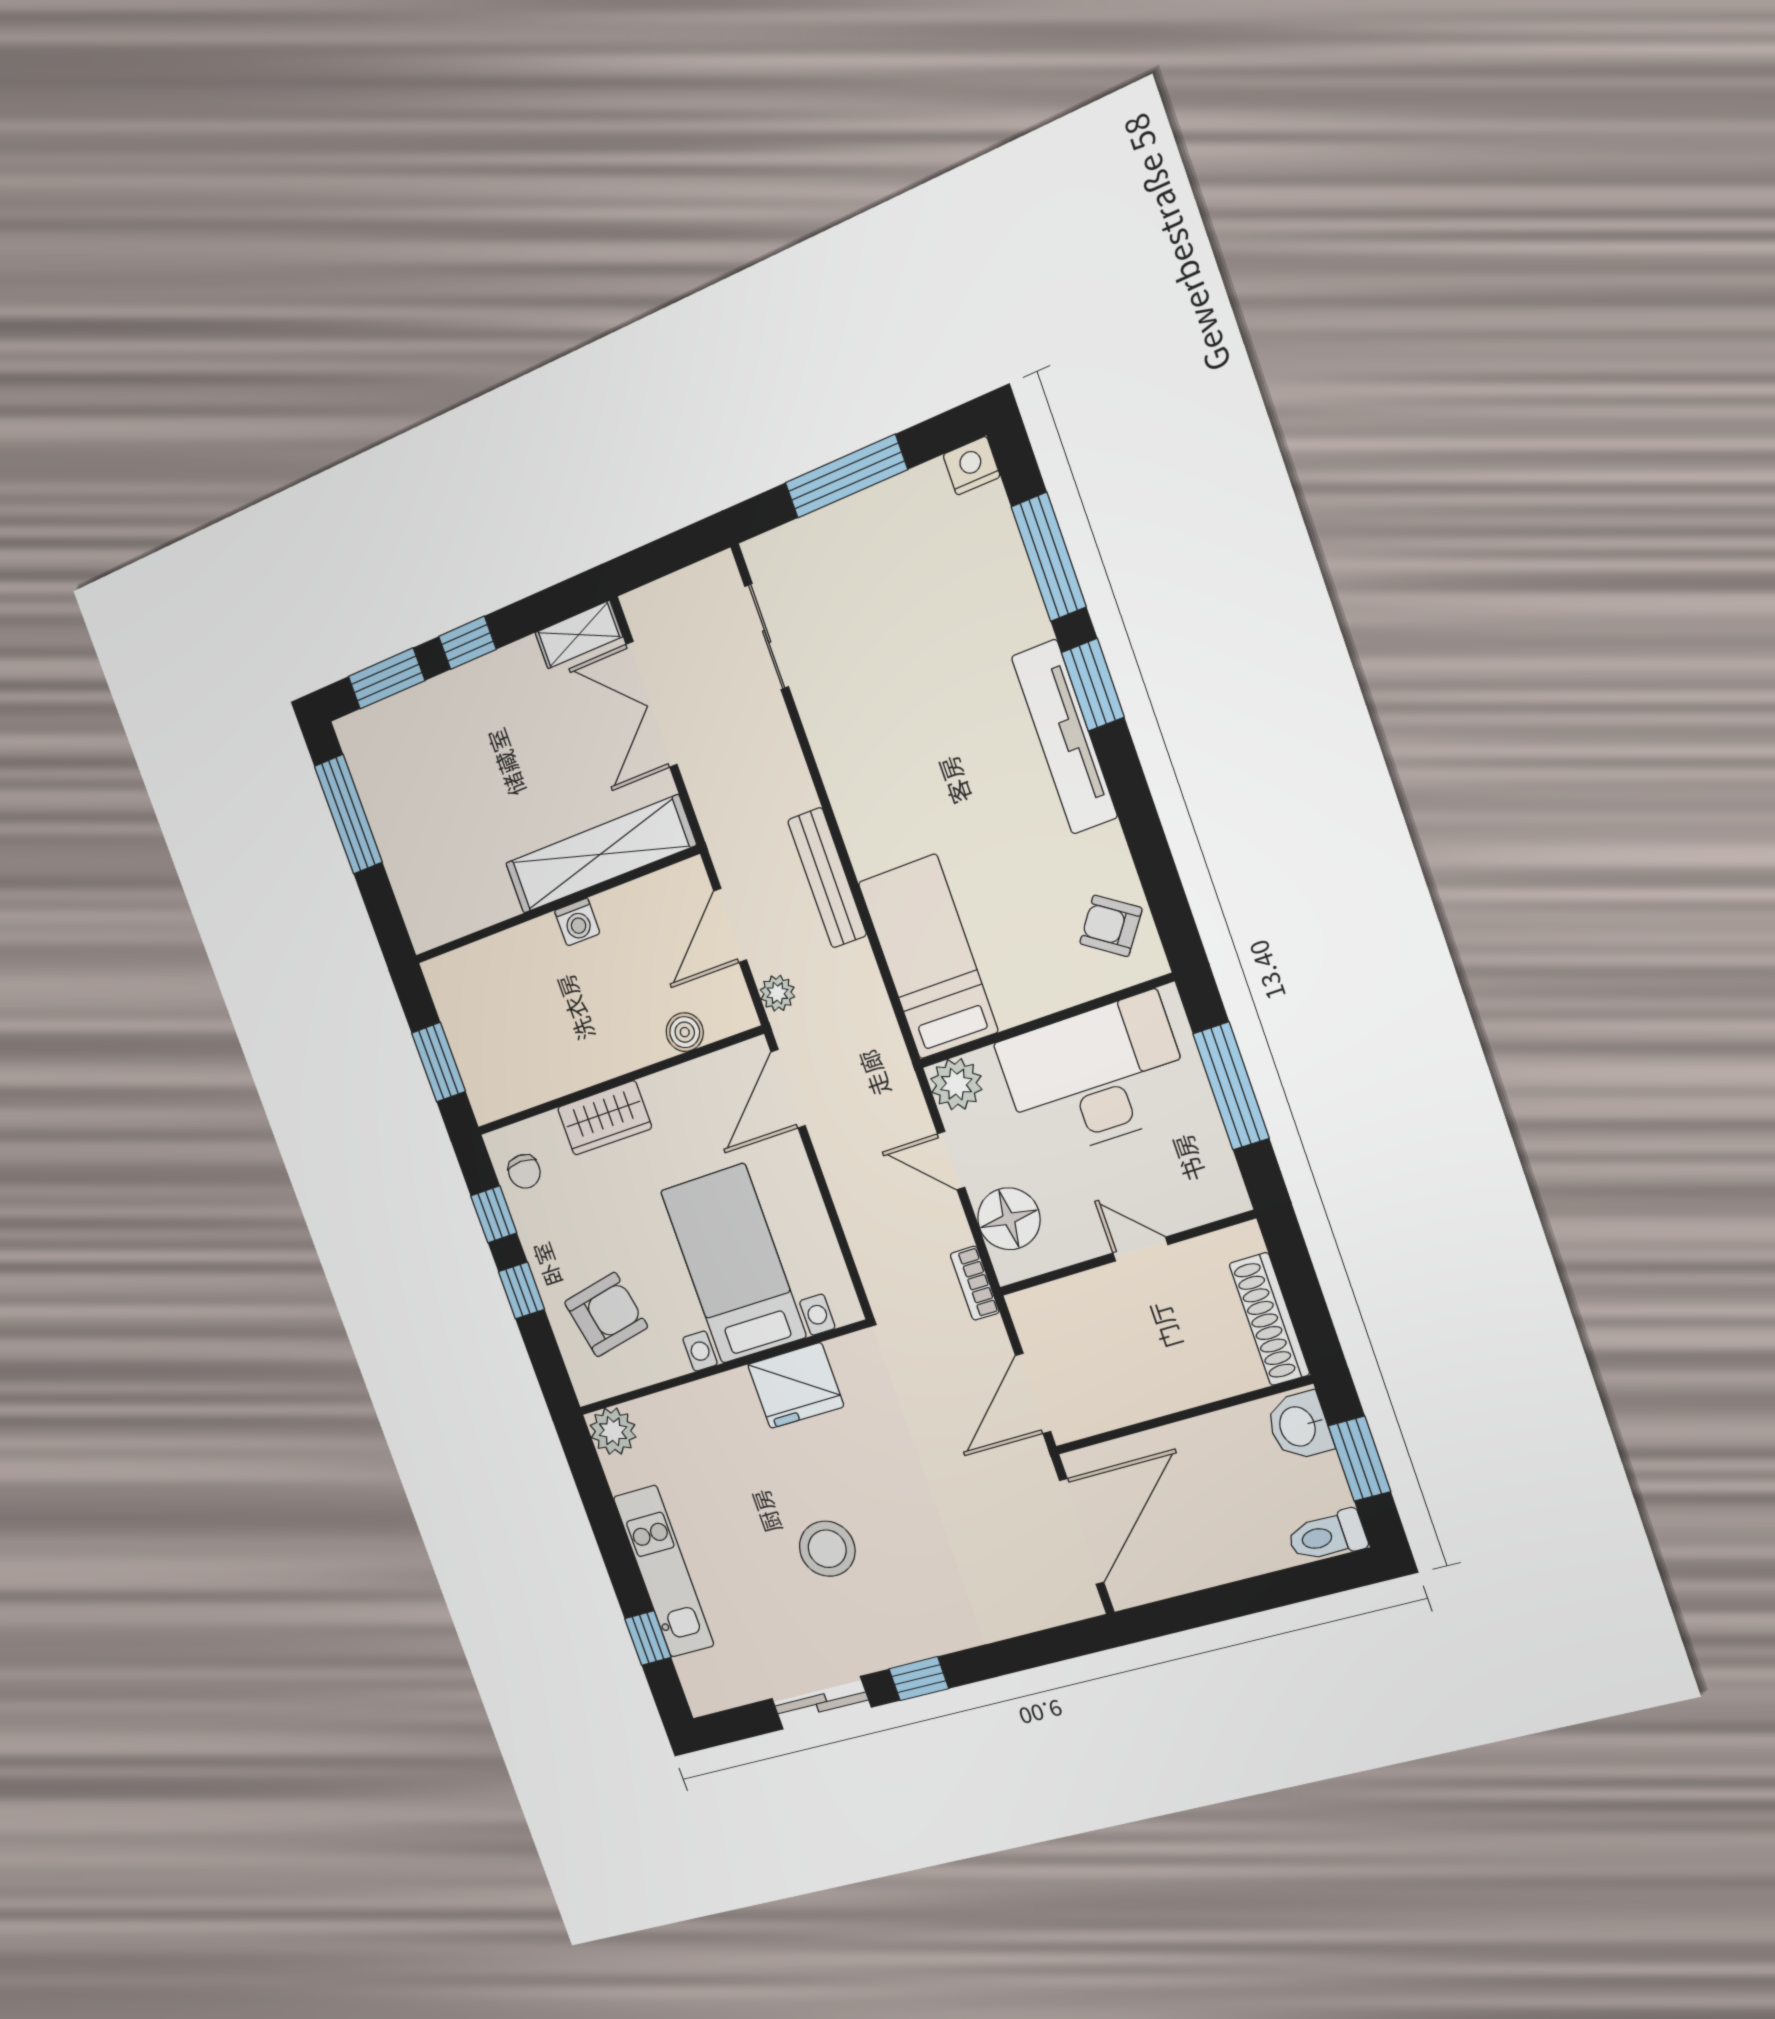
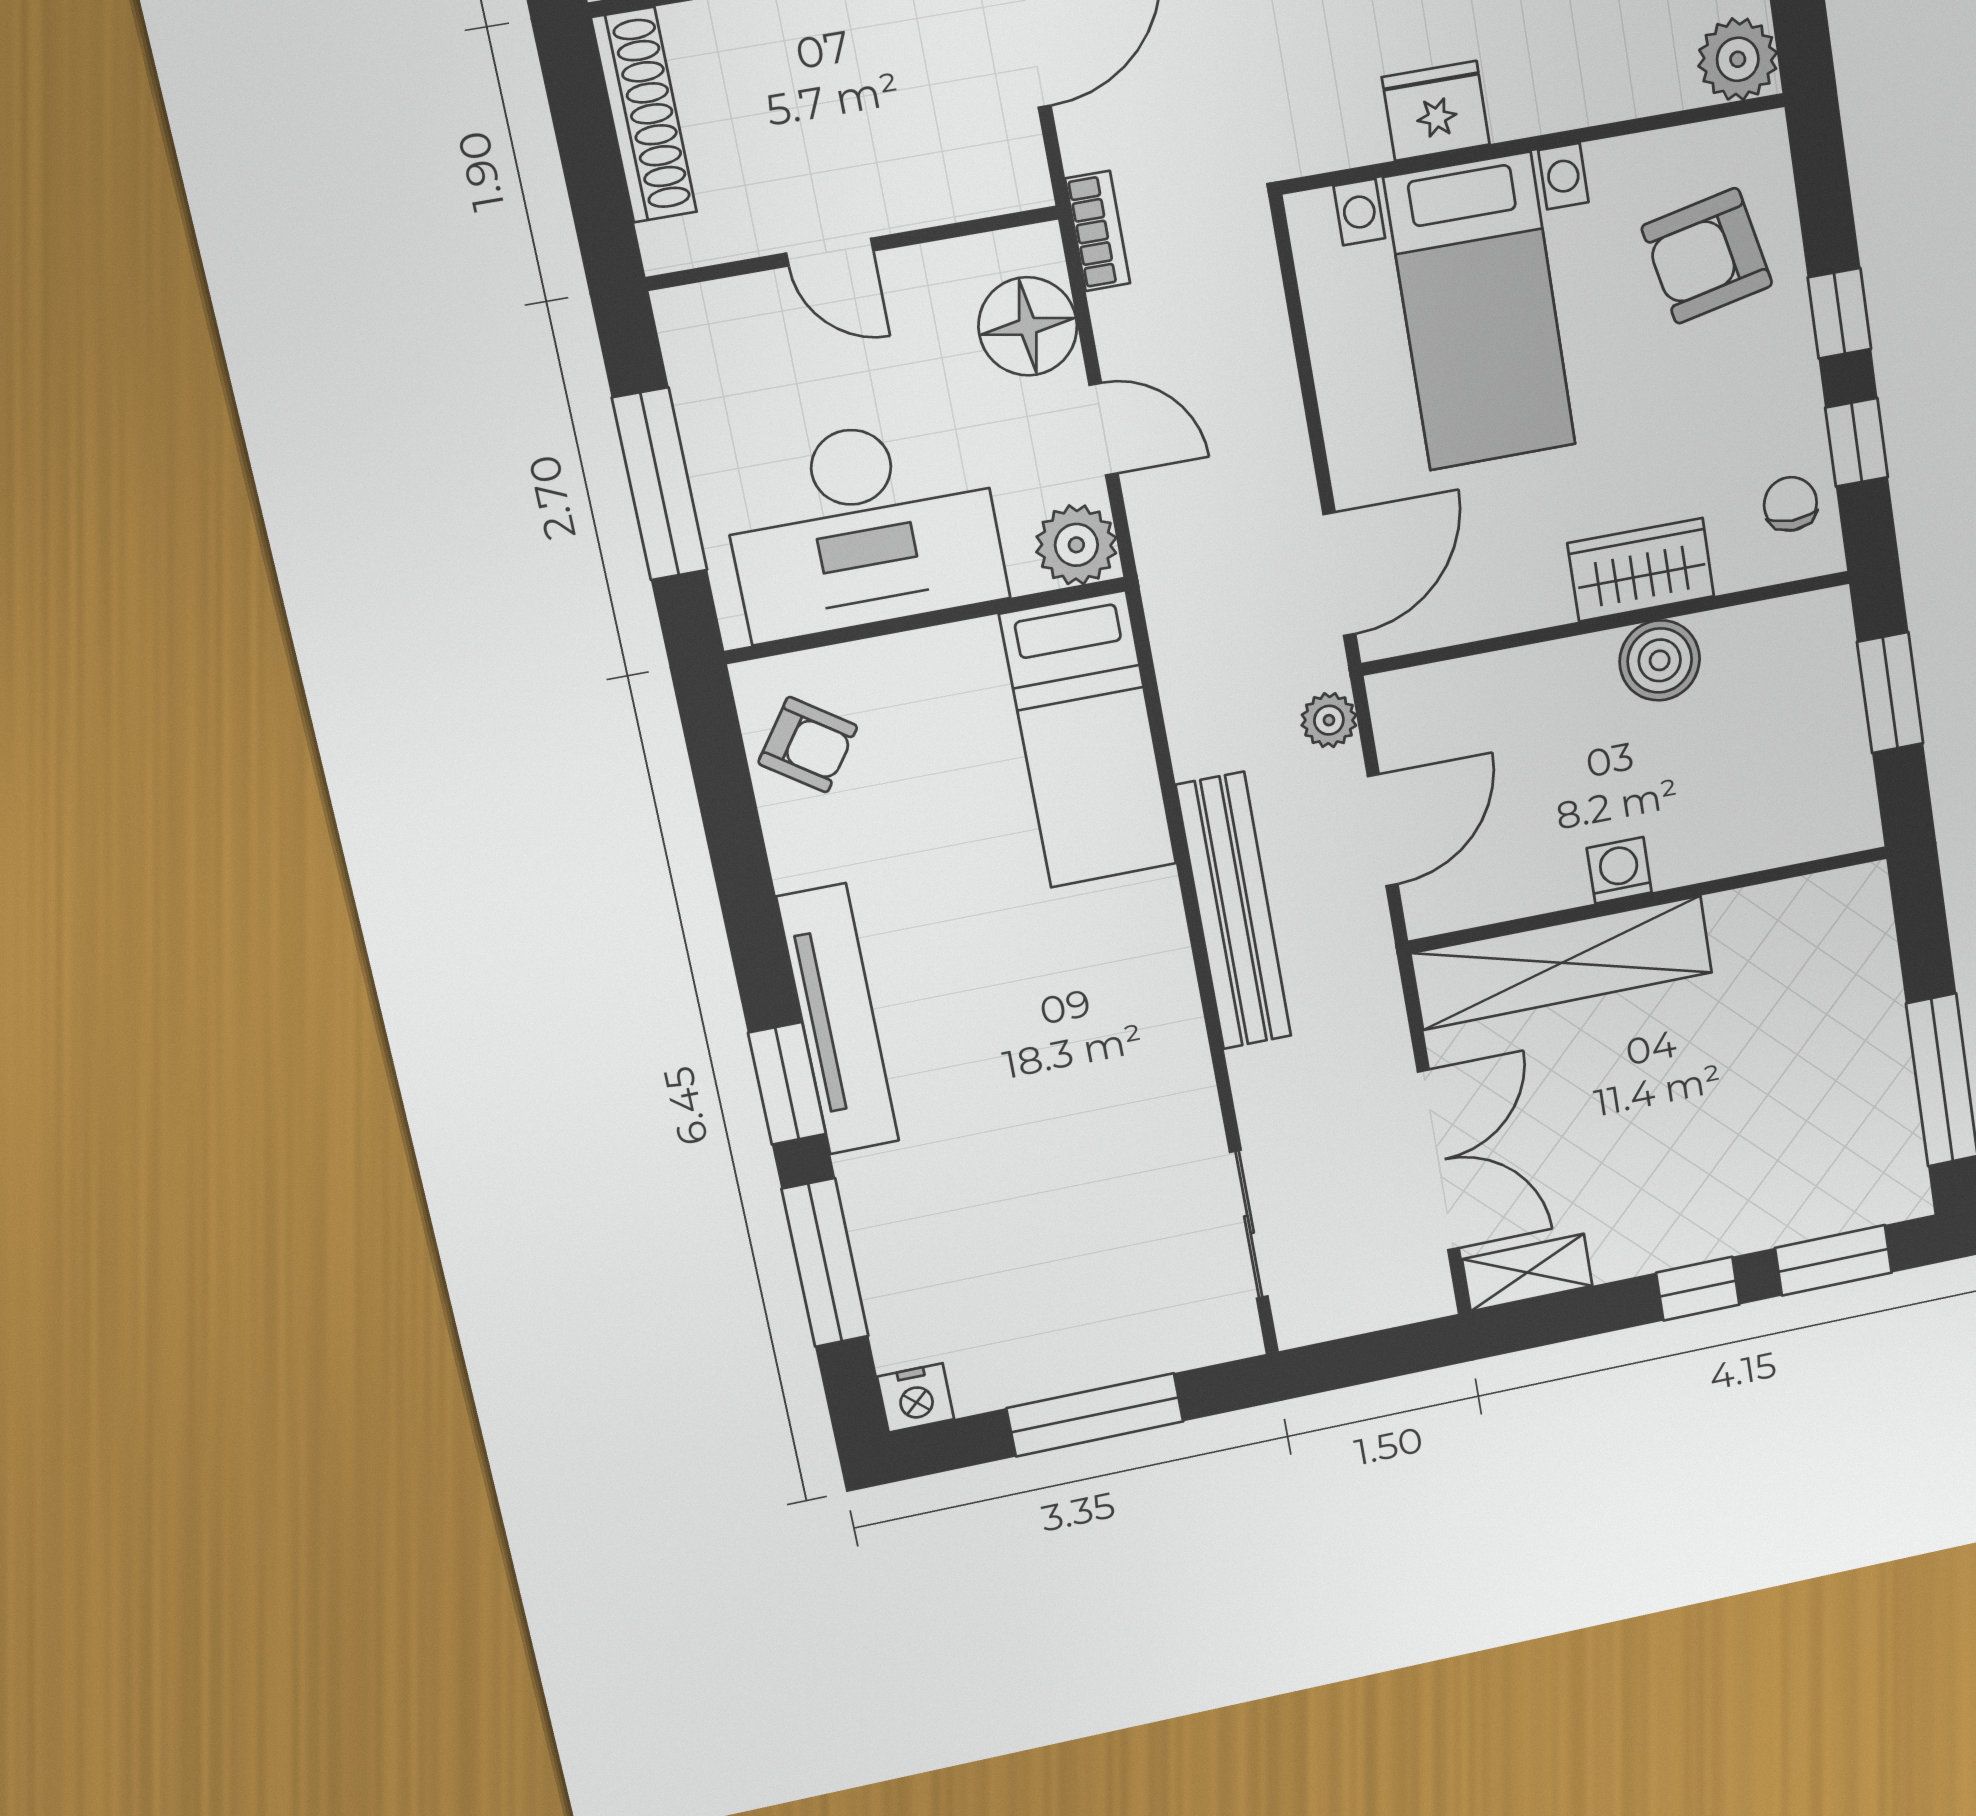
bench: (827, 878) -> (1234, 911), width x1.37, depth x1.21
boiler: (685, 1032) -> (1660, 660), moved, width x1.36, depth x1.36
fridge: (796, 1386) -> (1436, 111), width x0.73, depth x0.75

